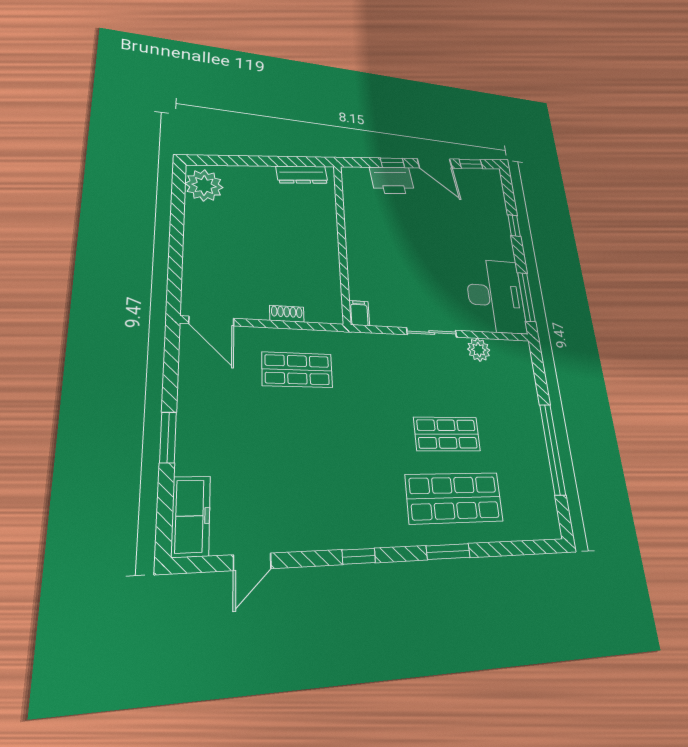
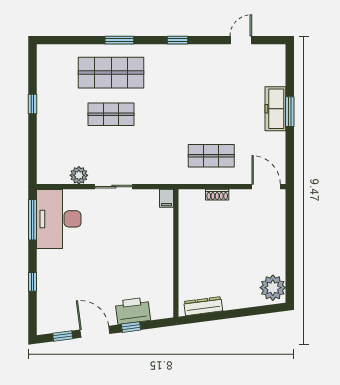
window: (552, 449) -> (33, 104), width x0.32
freezer: (191, 516) -> (275, 109), moved

